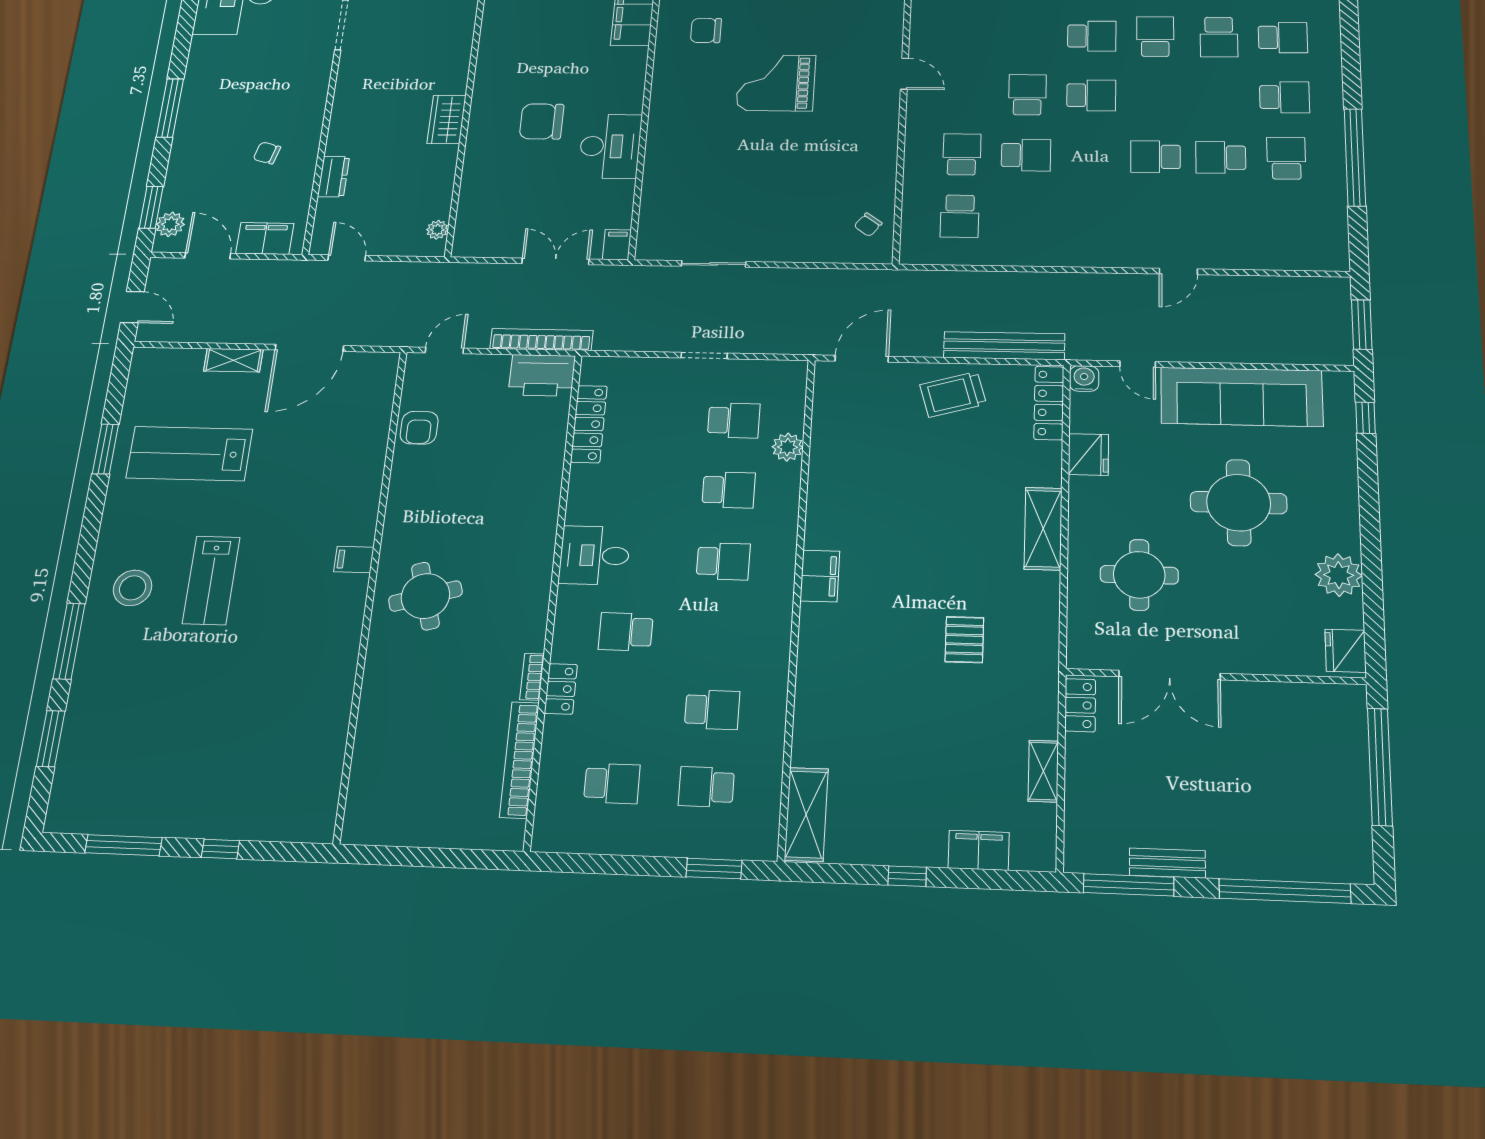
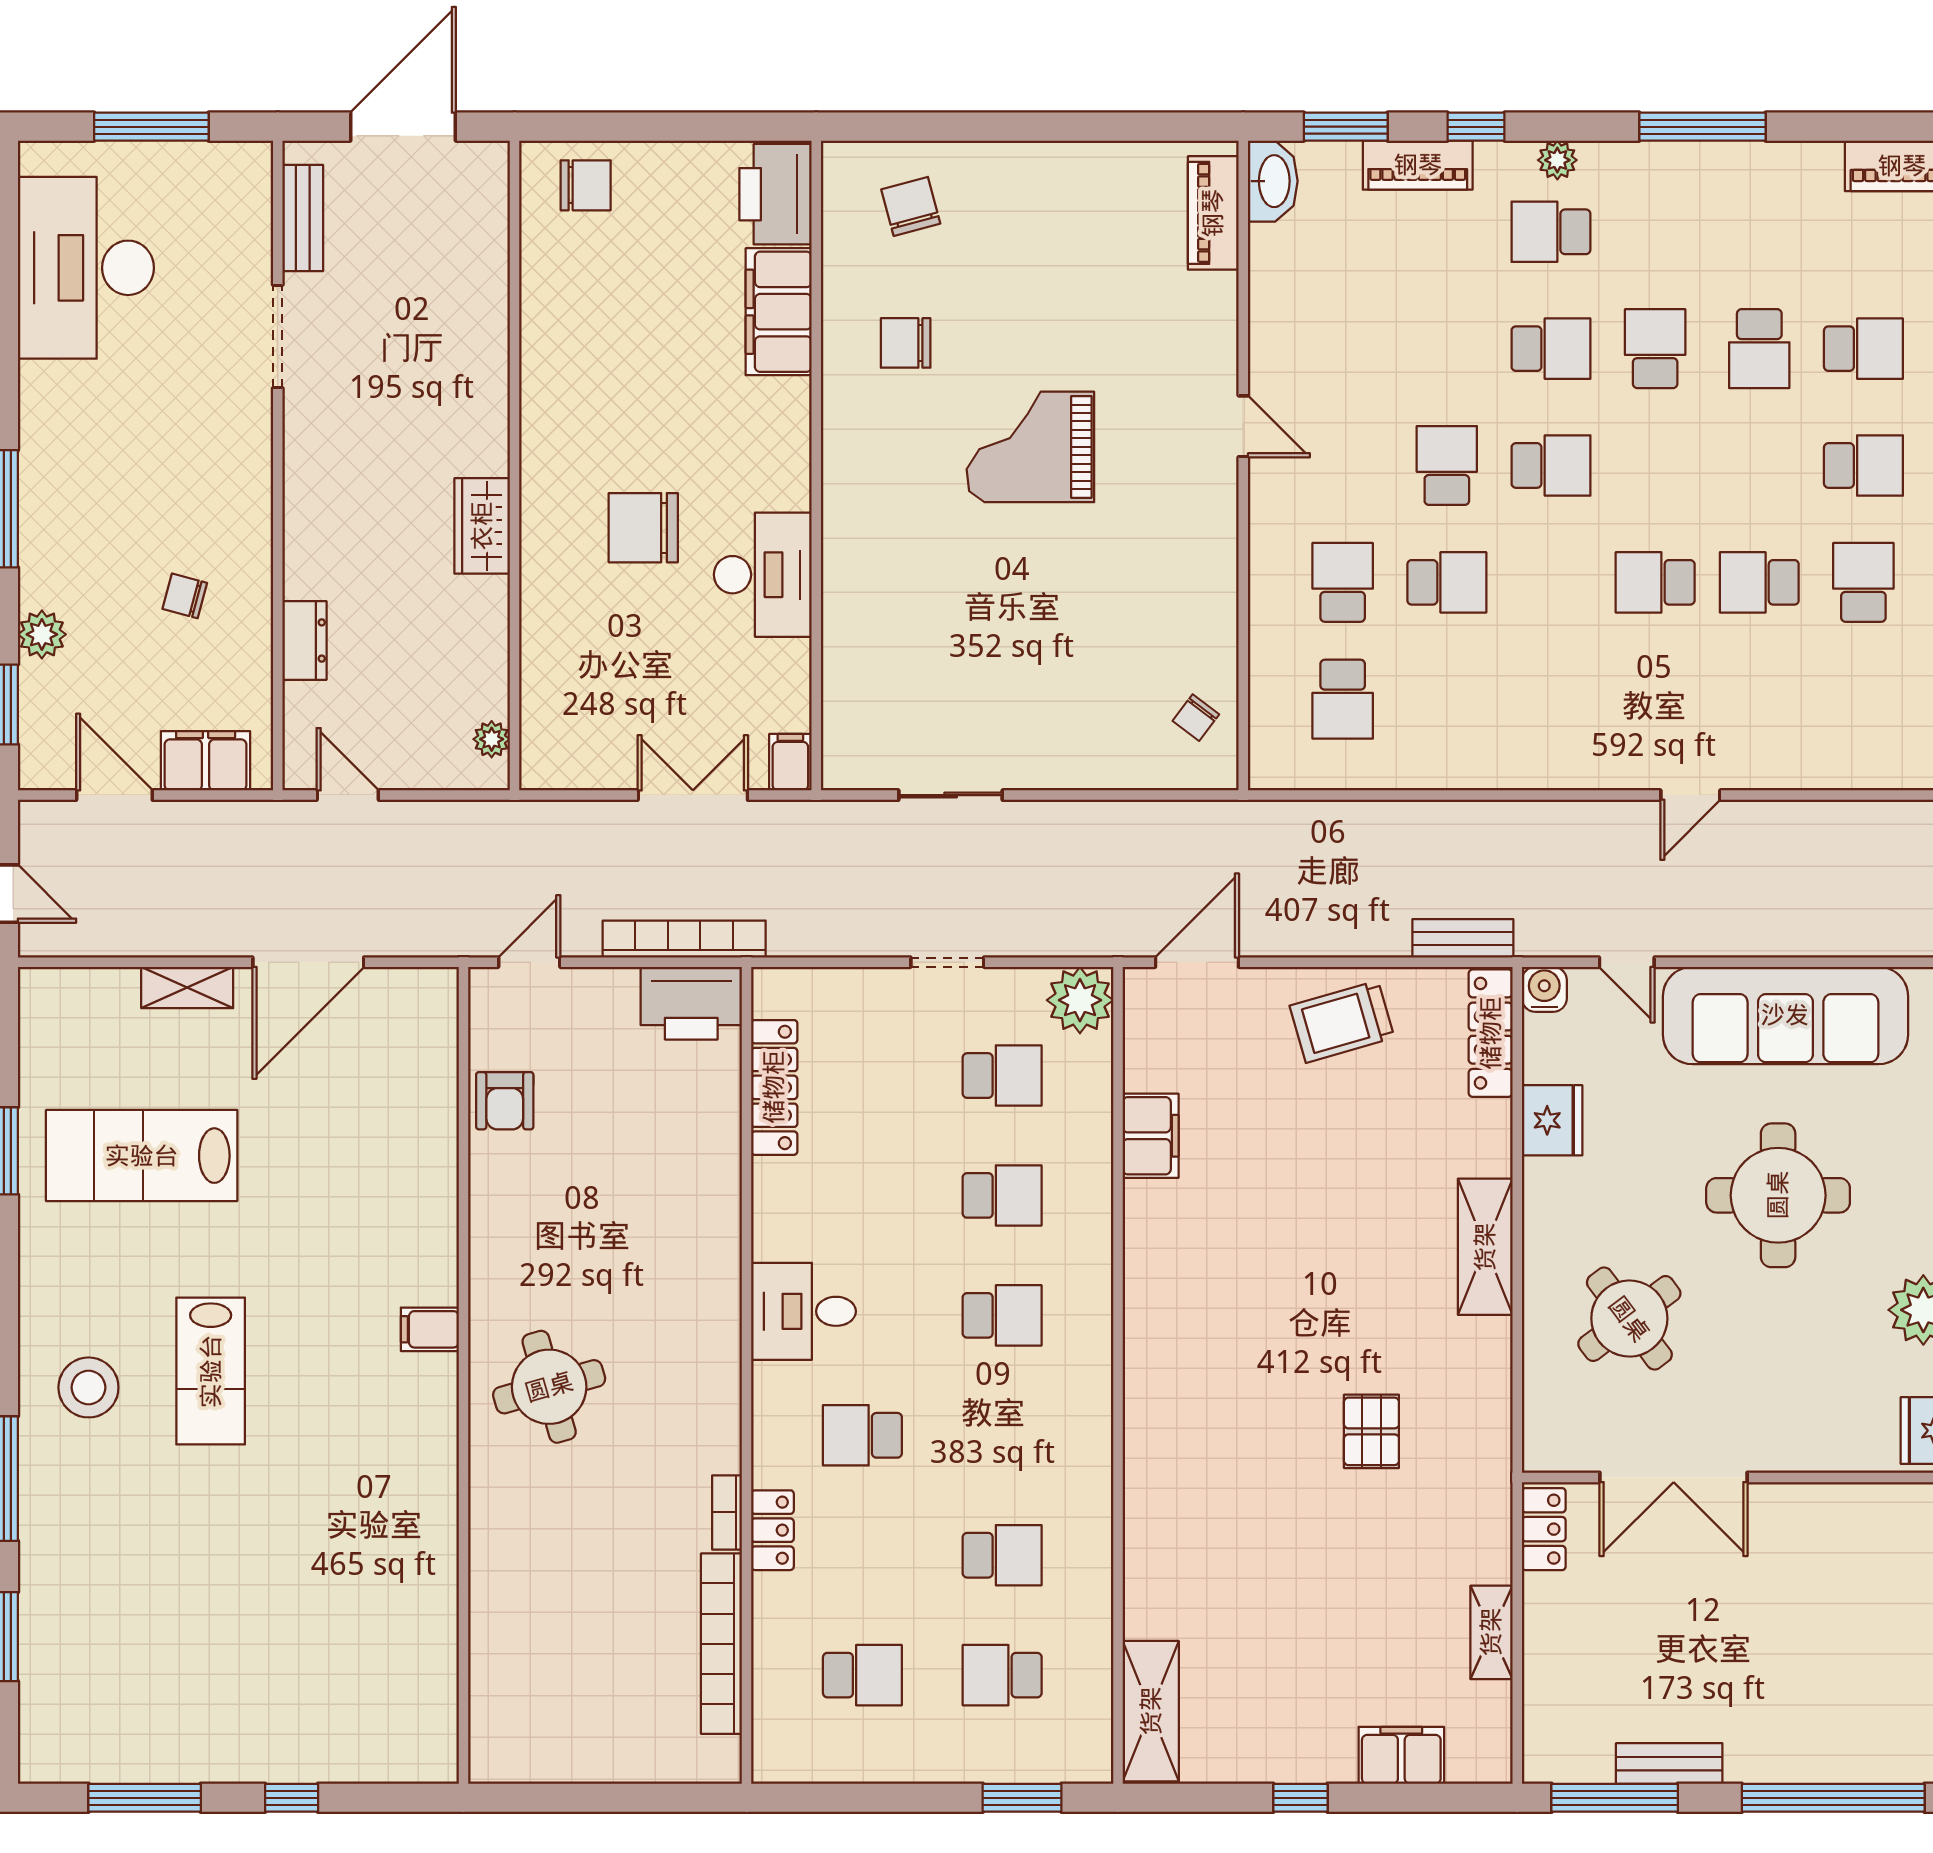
plant: (170, 224) -> (42, 634), moved
bench: (1004, 346) -> (1463, 938), width x0.54, depth x0.82
plant: (787, 447) -> (1080, 1000), moved, width x1.36, depth x1.36
round table: (1139, 575) -> (1629, 1319), turned -37
filing cabinet: (820, 576) -> (1151, 1136), moved

